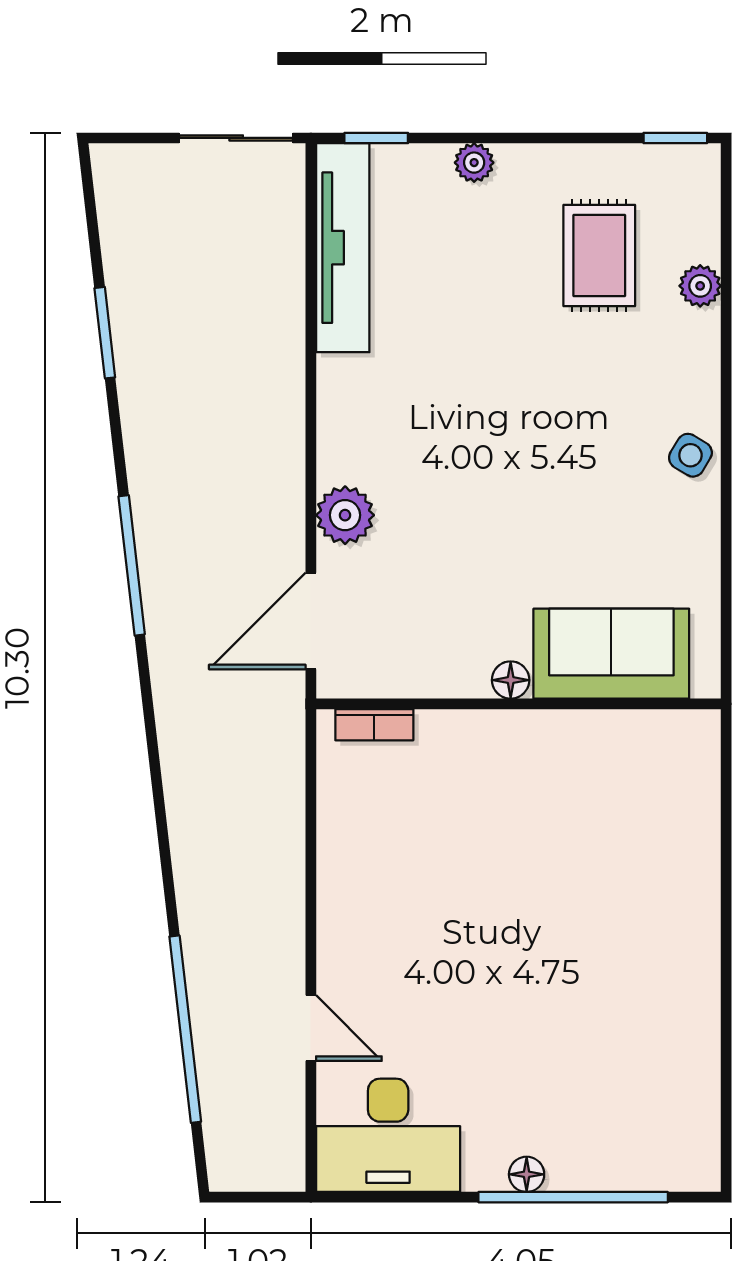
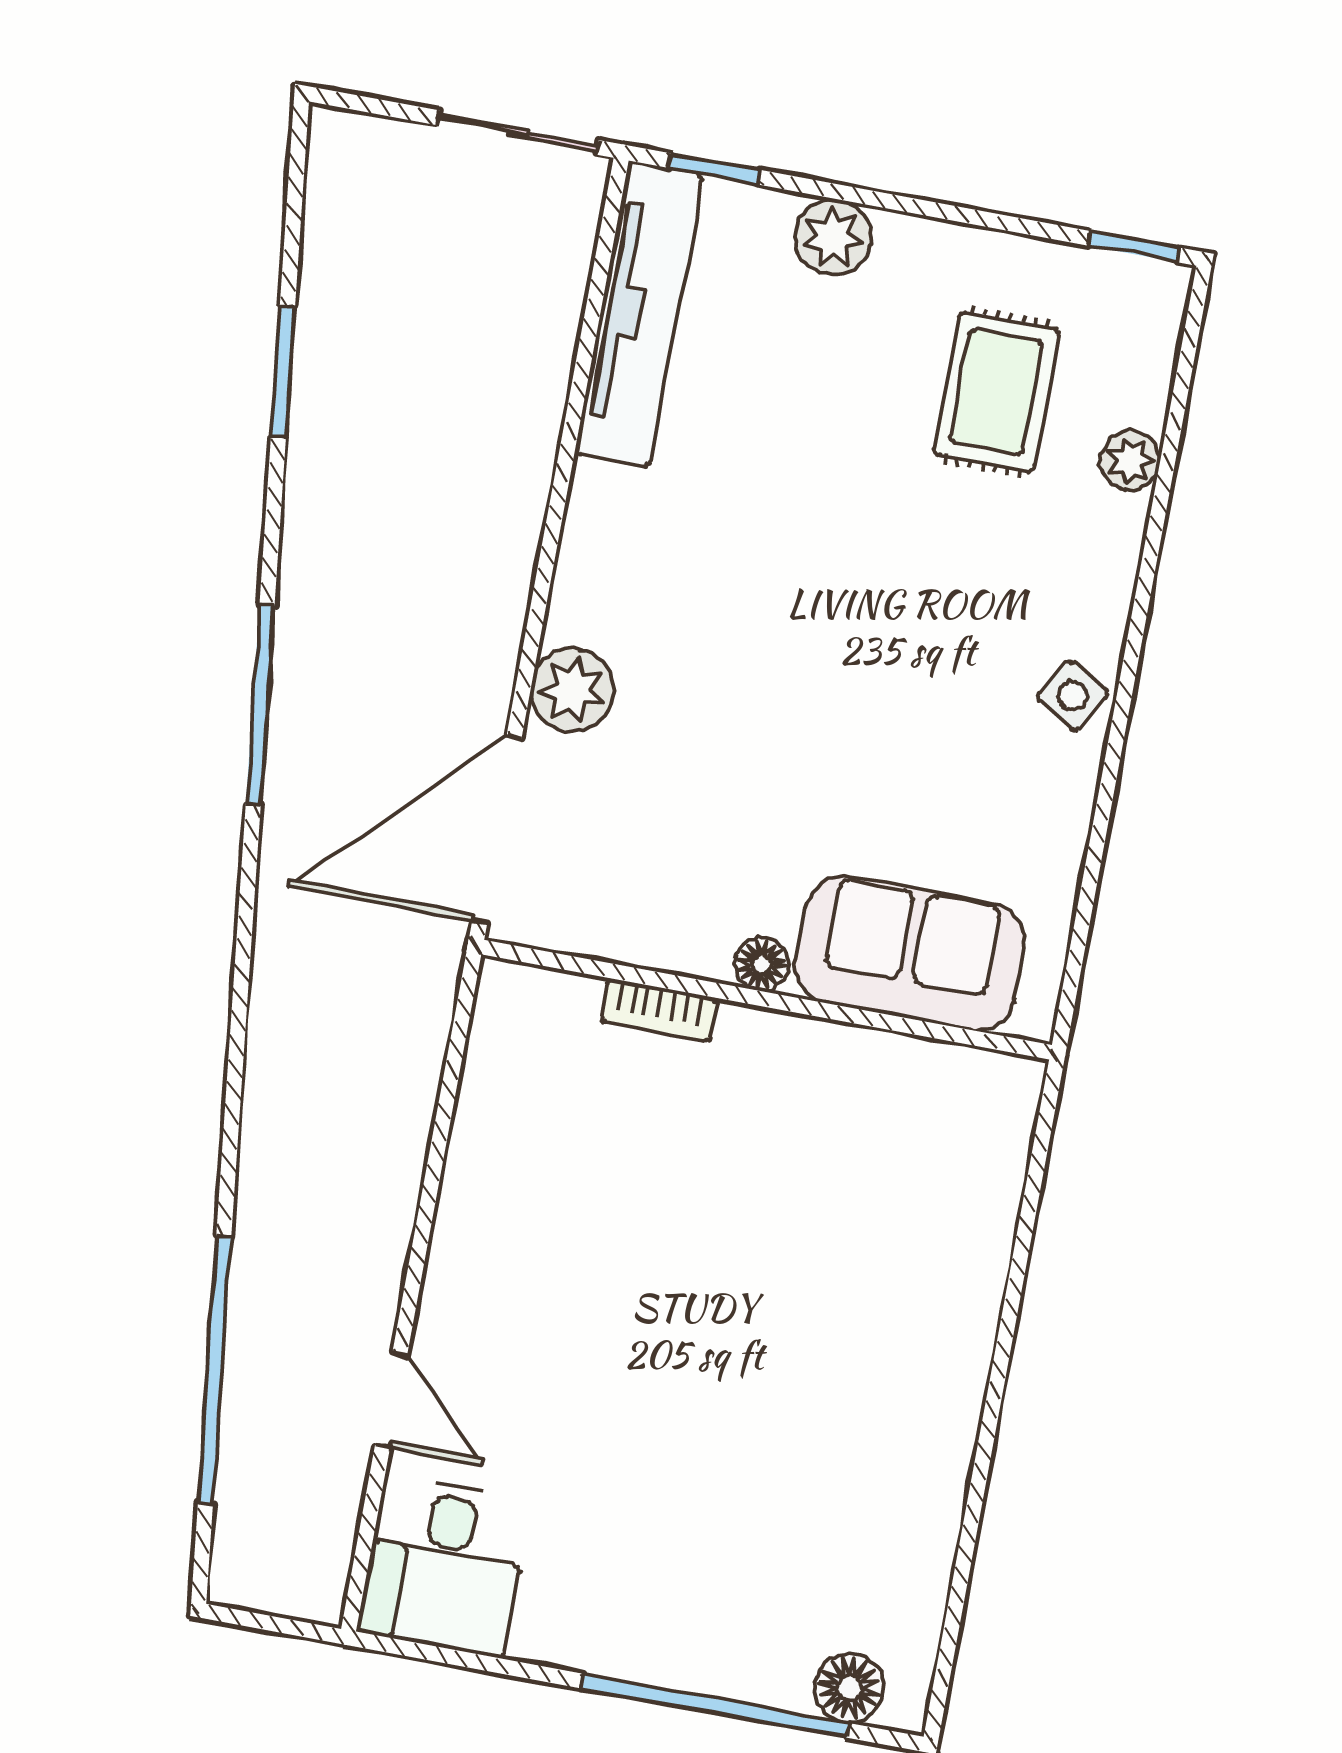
plant: (474, 163) -> (833, 237), width x1.38, depth x1.38
door: (311, 621) -> (497, 829), width x1.36
bookcase: (374, 725) -> (659, 1010), moved
desk: (388, 1135) -> (444, 1566), width x0.73
floor lamp: (527, 1174) -> (849, 1688), moved, width x1.37, depth x1.37

